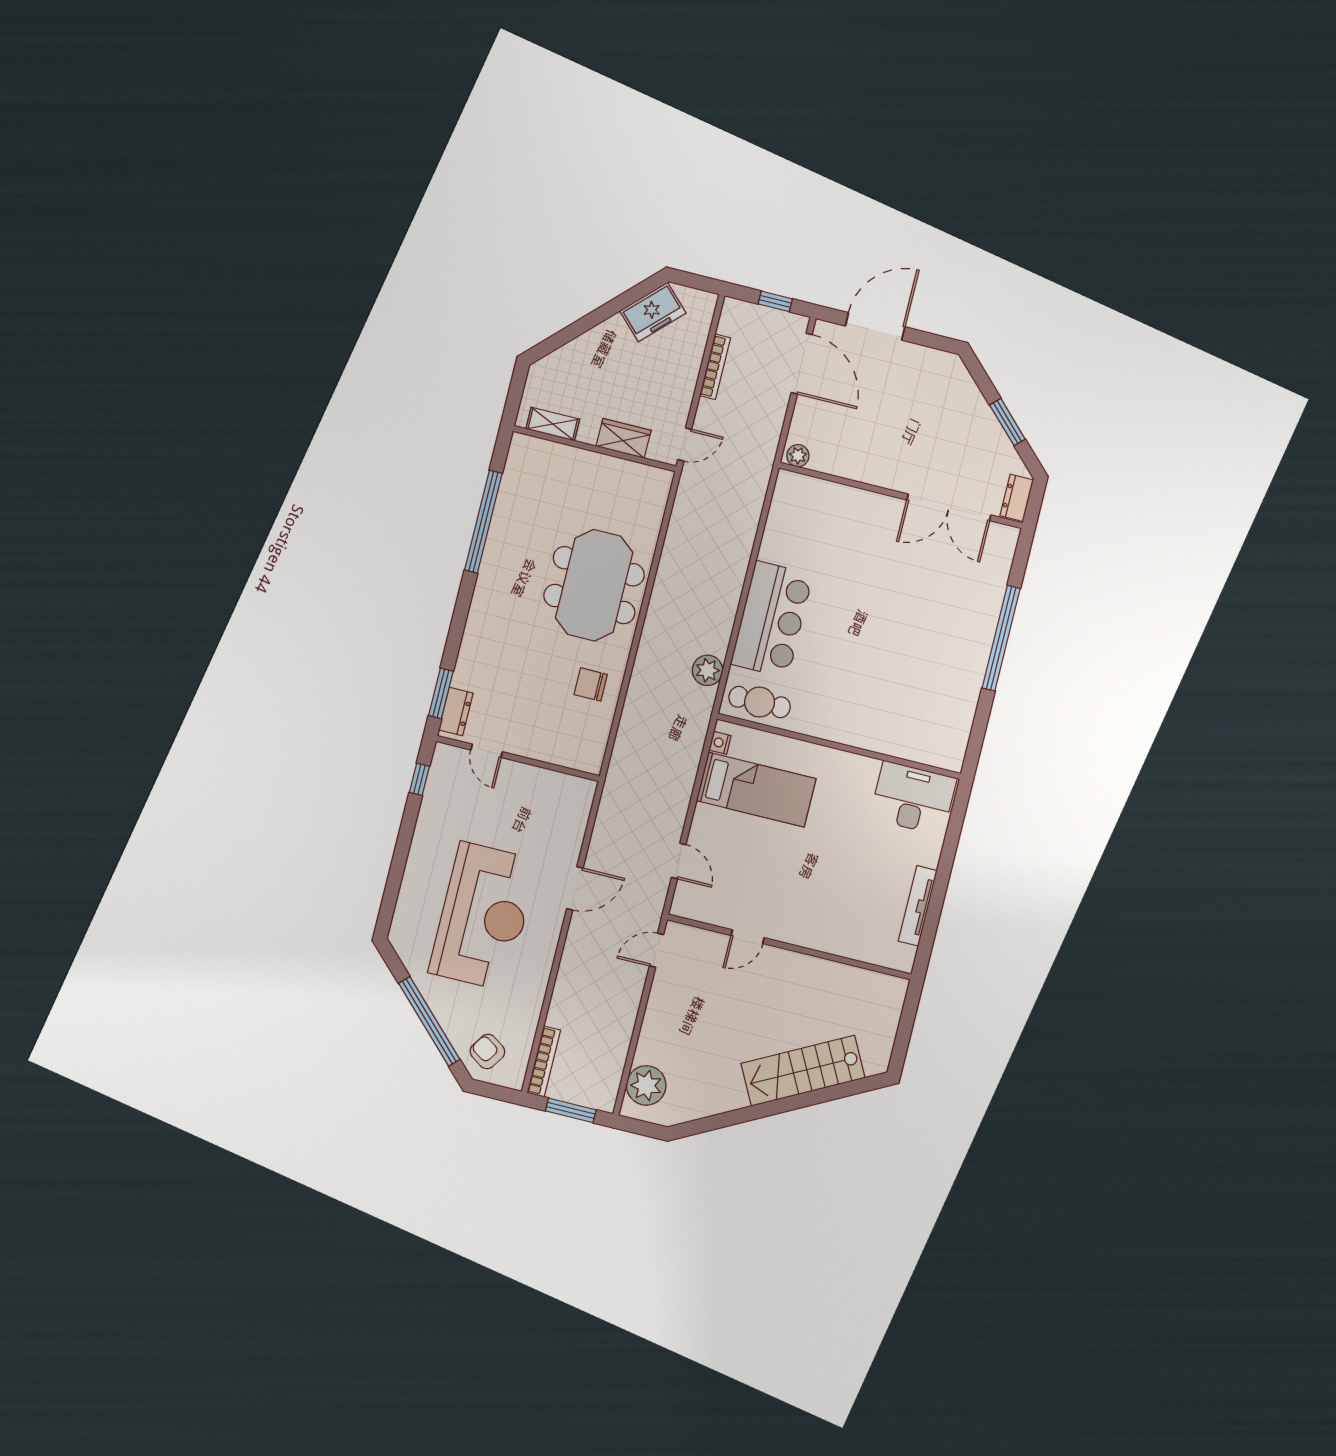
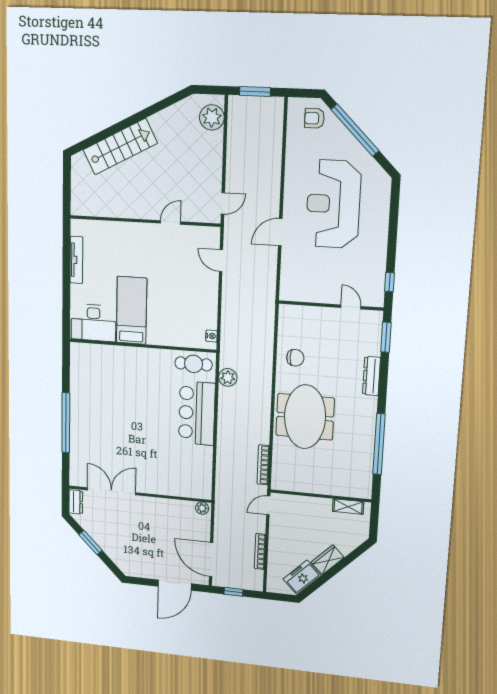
wardrobe: (624, 438) -> (328, 560), moved, turned 135
dresser: (456, 712) -> (371, 376), moved, width x1.44
bed: (756, 790) -> (132, 310), moved, turned 90
armchair: (487, 1051) -> (314, 118), turned 146
bookcase: (544, 1061) -> (263, 465), moved

